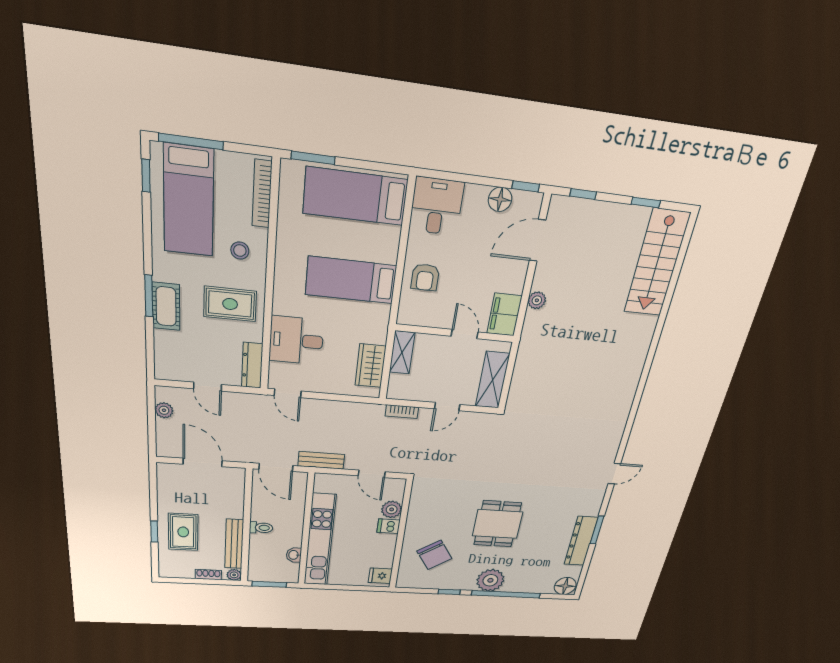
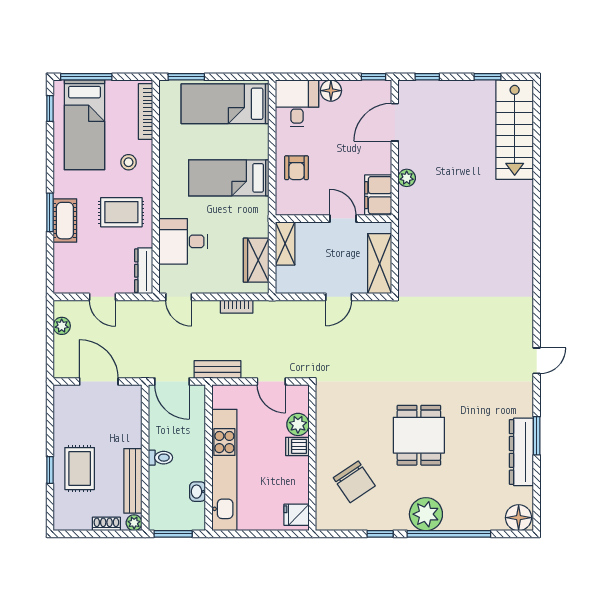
floor lamp: (500, 199) -> (331, 91), moved
bookcase: (402, 412) -> (237, 307), moved

